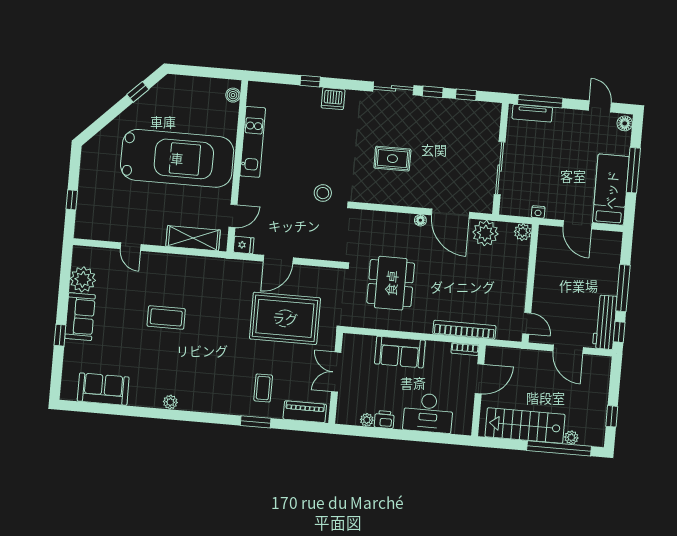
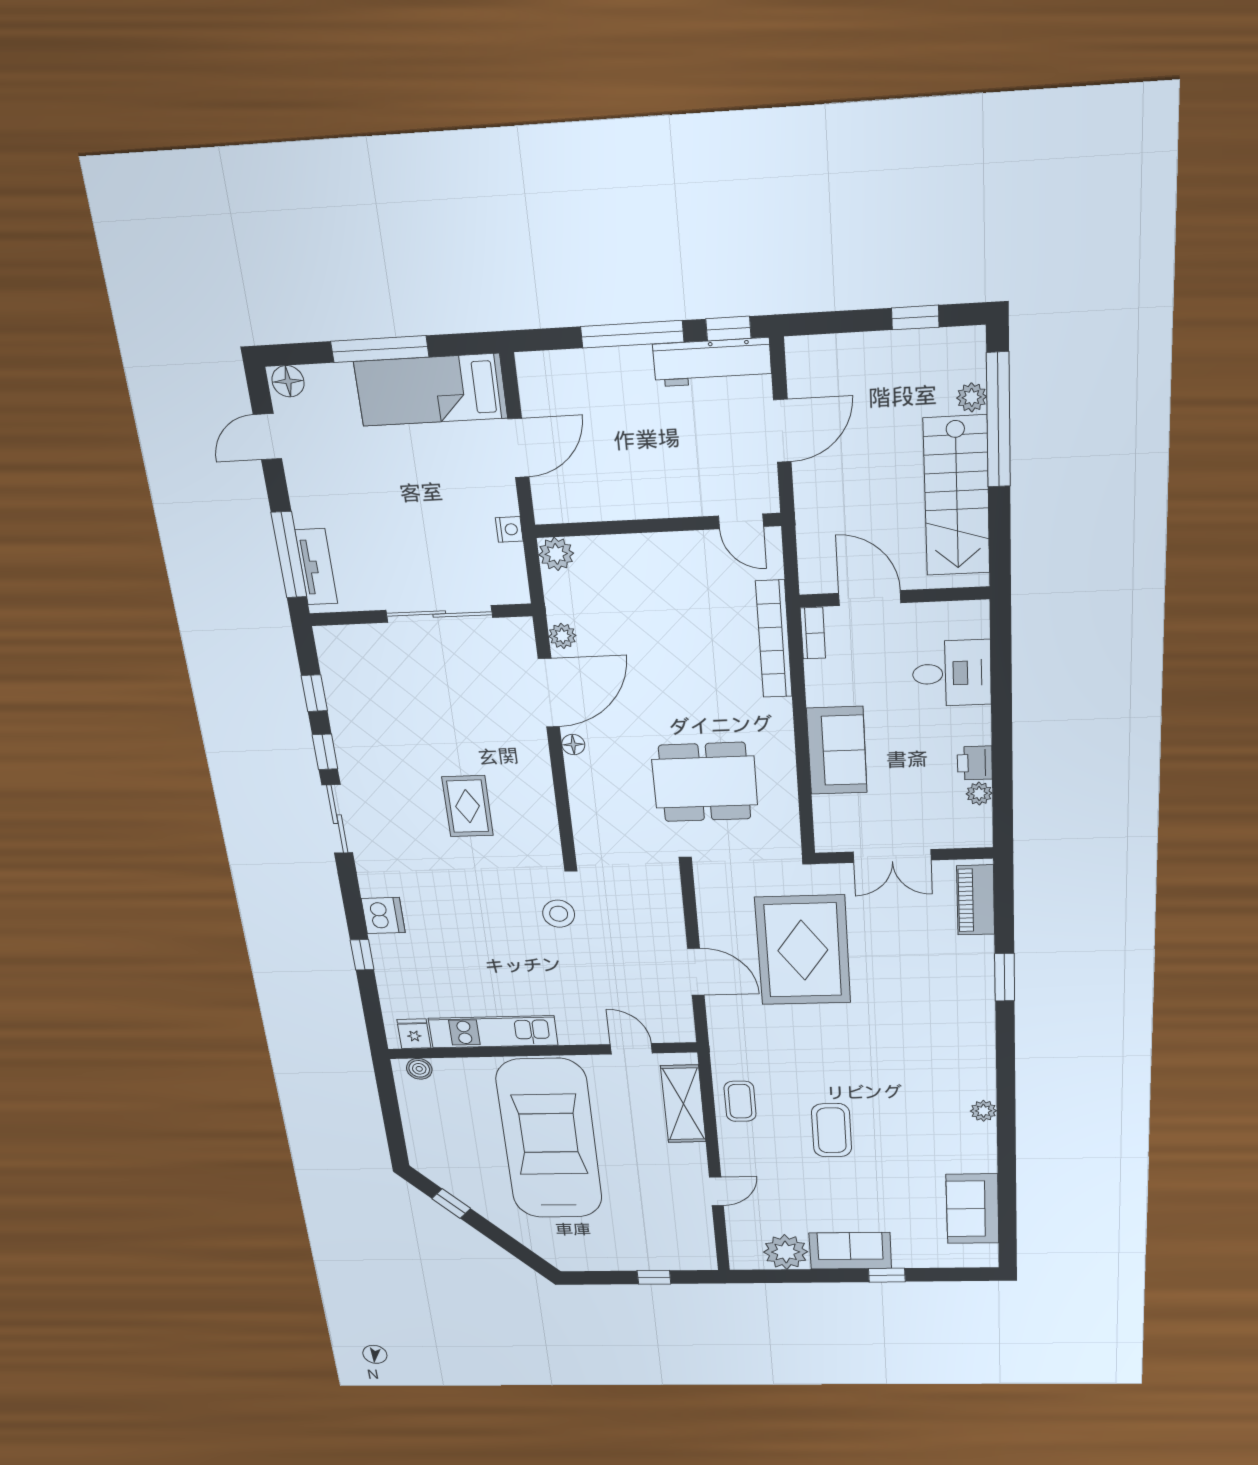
plant: (485, 233) -> (562, 636), width x0.53, depth x0.53
fridge: (244, 245) -> (414, 1034), moved
door: (527, 323) -> (741, 521), swing flipped
coffee table: (263, 388) -> (740, 1101), moved, turned 90
desk: (428, 413) -> (952, 673), width x0.73

